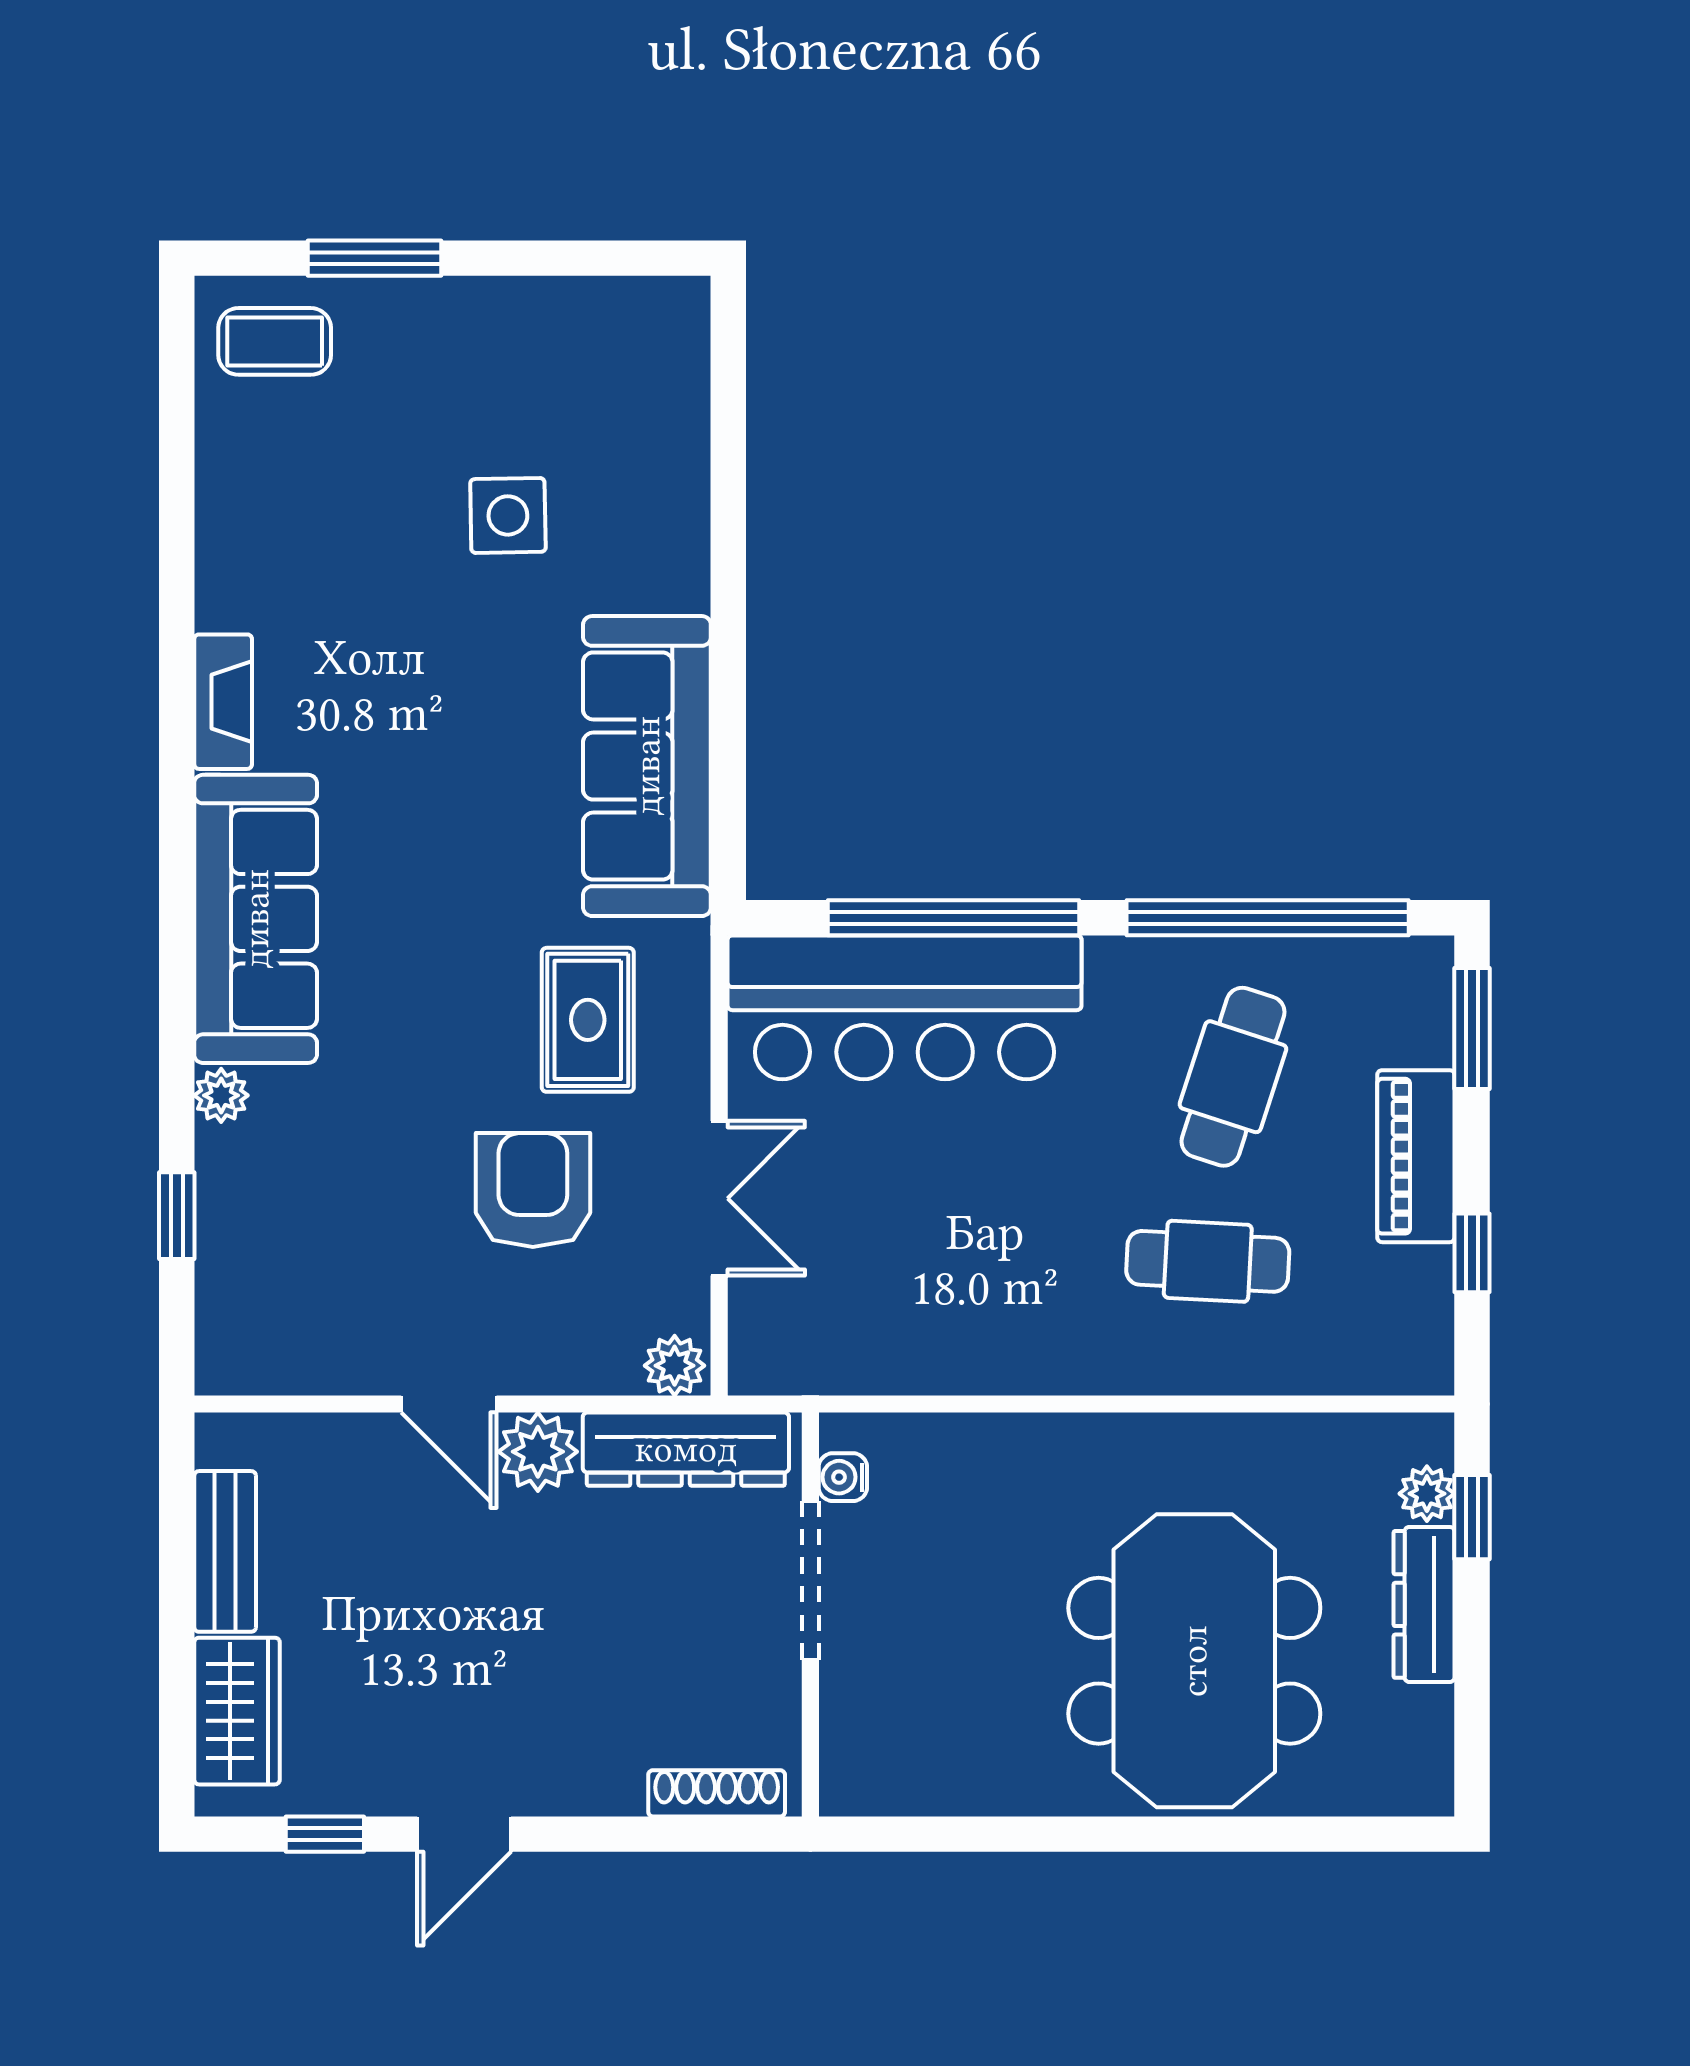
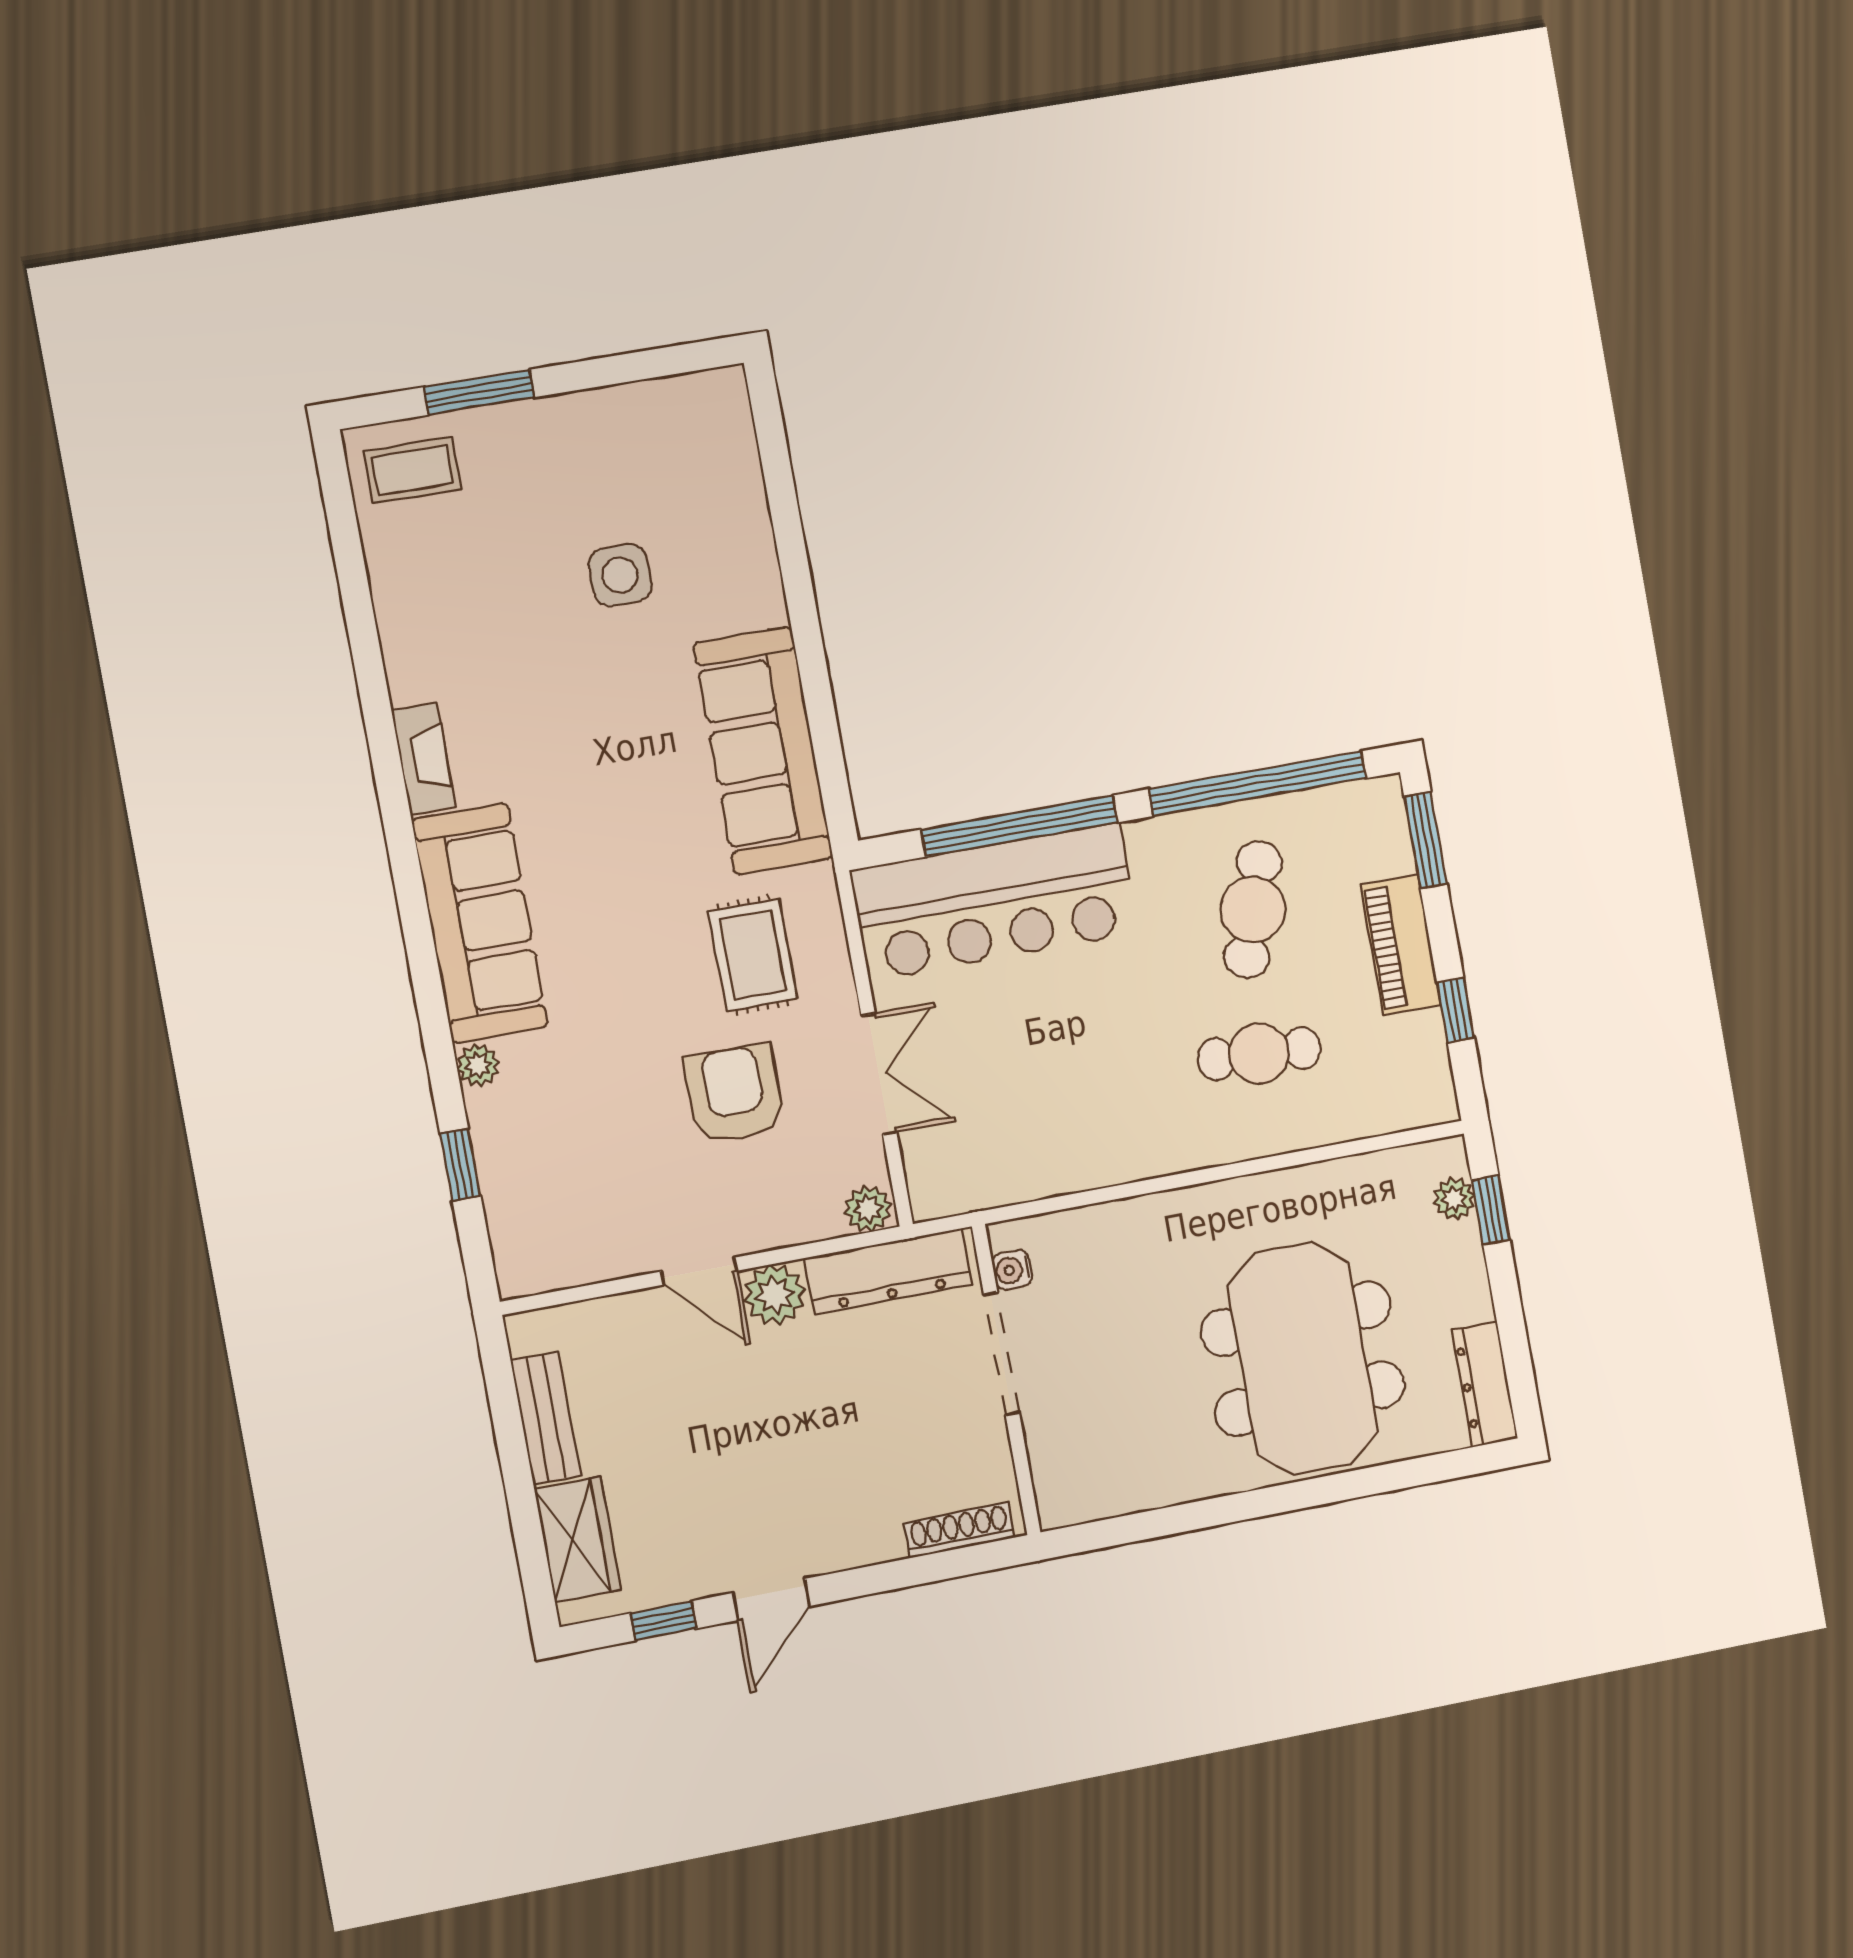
dresser: (1424, 1604) -> (1485, 1384), moved

